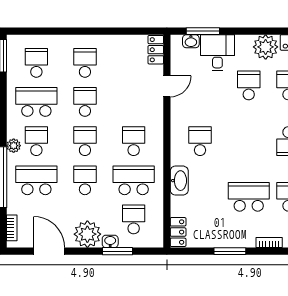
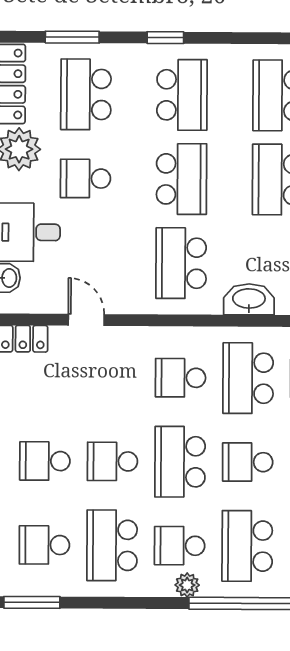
school desk: (85, 141) -> (180, 462), width x1.85
school desk: (200, 141) -> (181, 263), width x1.85
school desk: (249, 141) -> (182, 179), added

